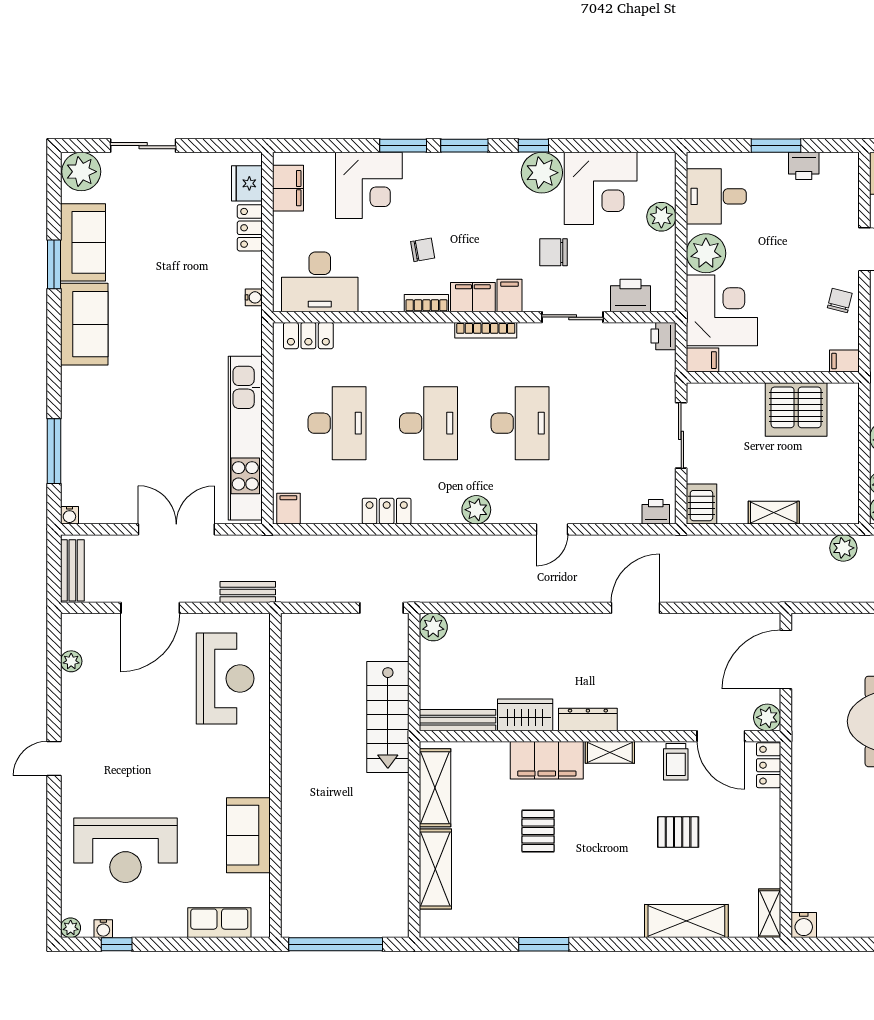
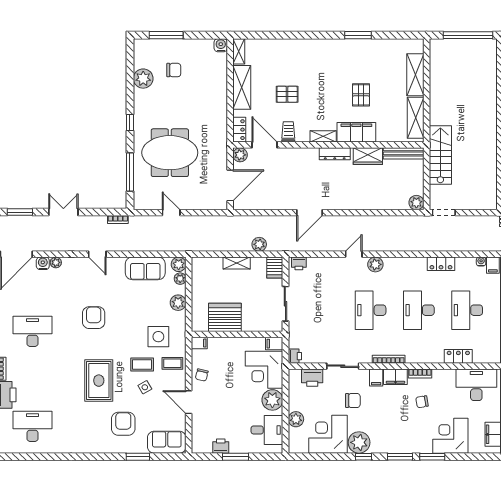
locker: (308, 336) -> (458, 356), moved
plant: (476, 510) -> (375, 264), moved
water cooler: (311, 515) -> (481, 262), added
plant: (843, 548) -> (259, 244), moved
shelving: (686, 921) -> (242, 87), moved, turned 90

